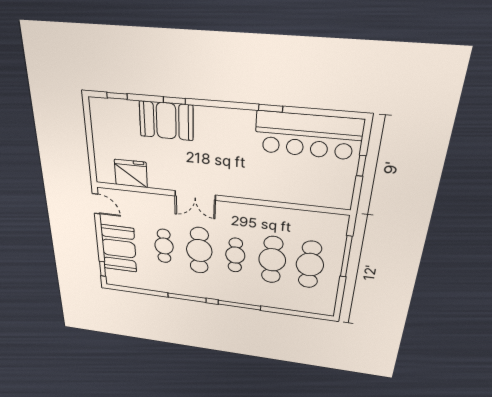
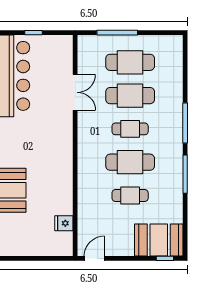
fridge: (131, 173) -> (64, 223), width x0.53, depth x0.75
double door: (195, 195) -> (75, 92), moved
booth: (119, 248) -> (159, 240), moved

